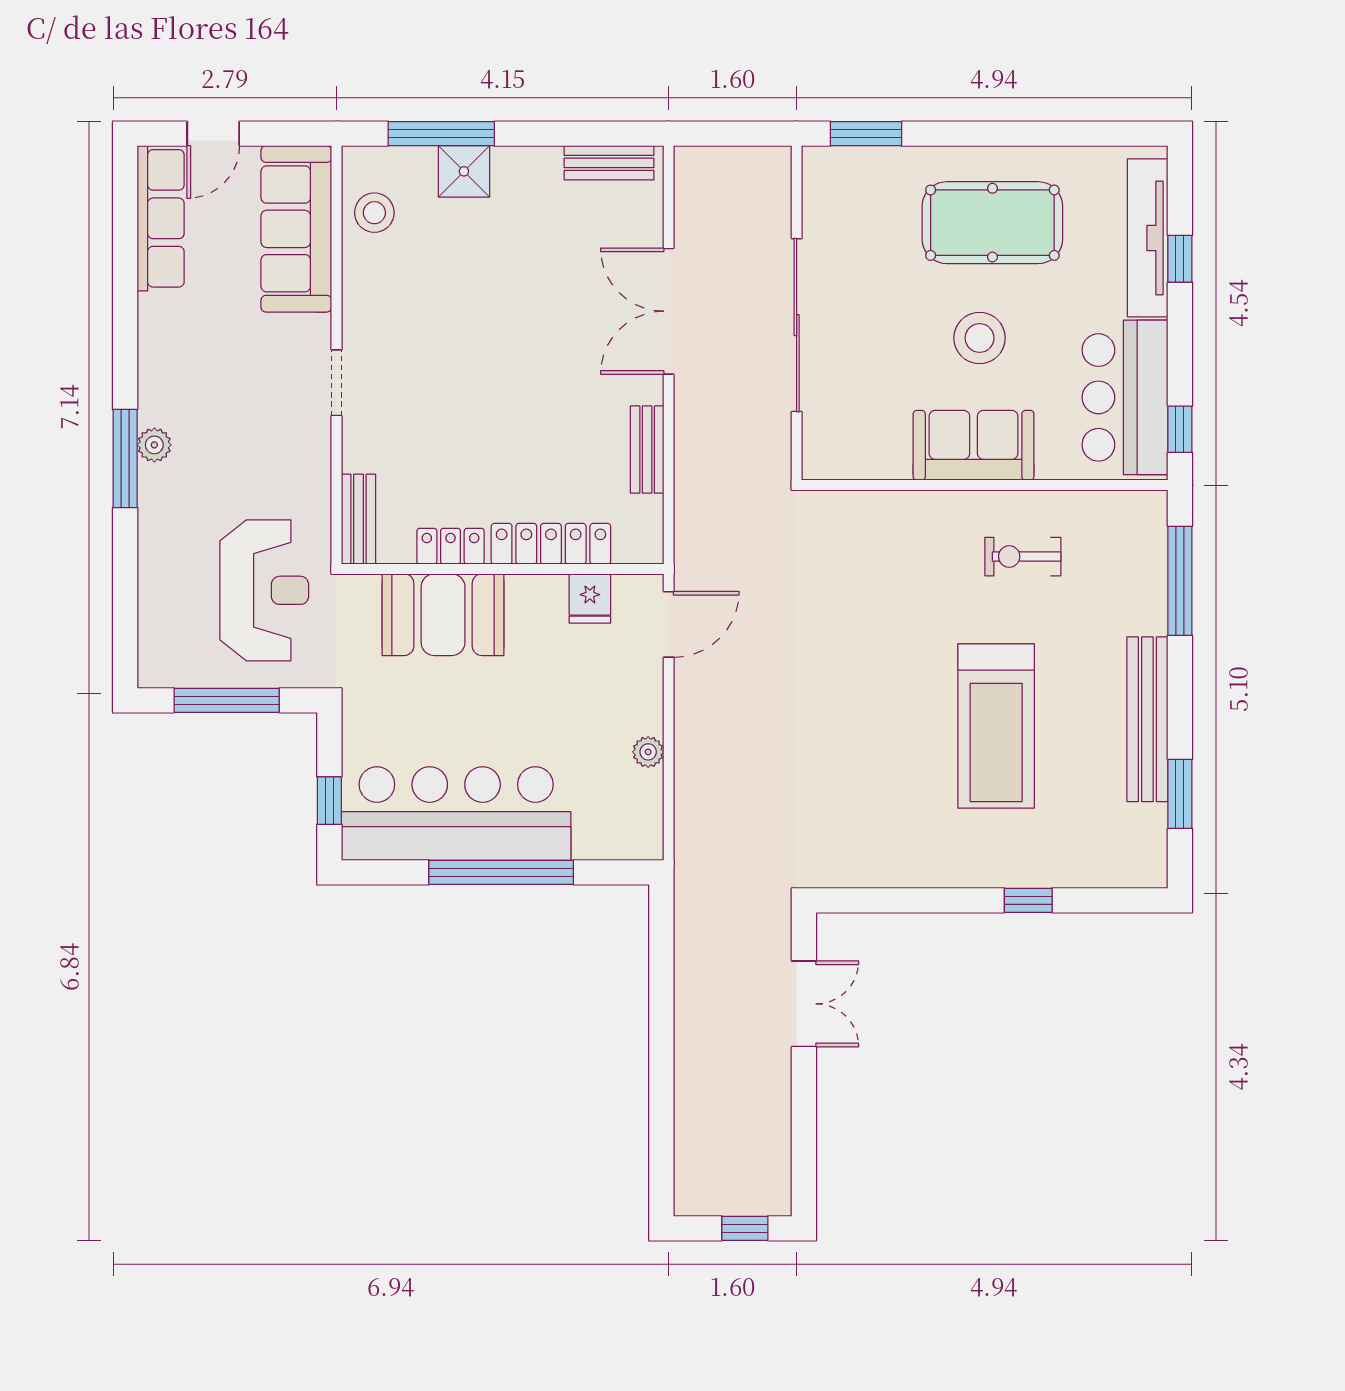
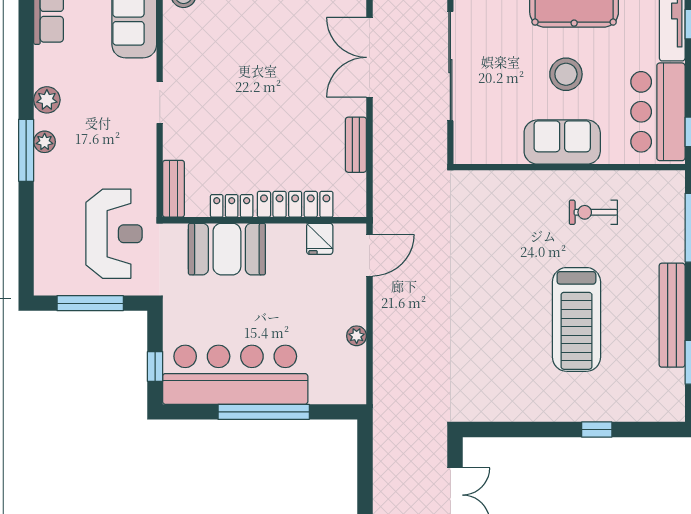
plant: (158, 379) -> (47, 100), added

